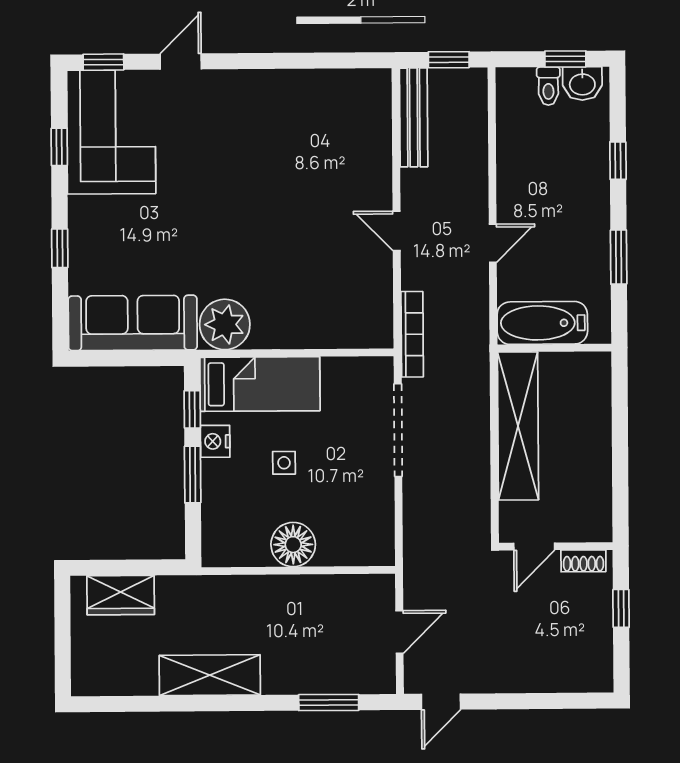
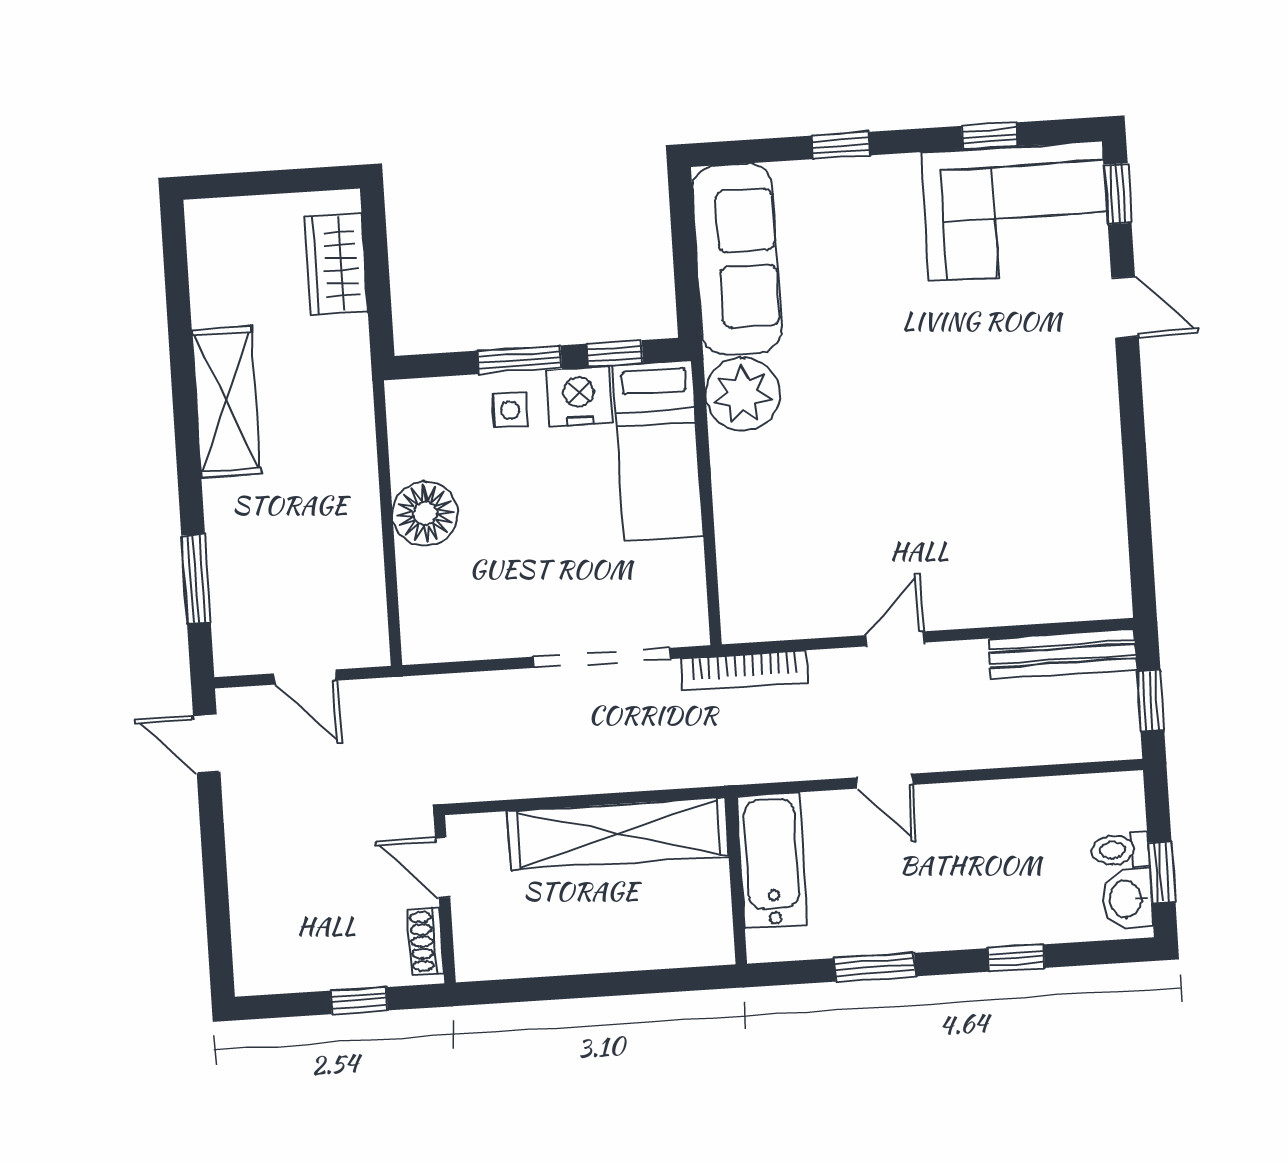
nightstand: (215, 441) -> (579, 396), width x1.36, depth x1.33
side table: (284, 463) -> (510, 410), moved

